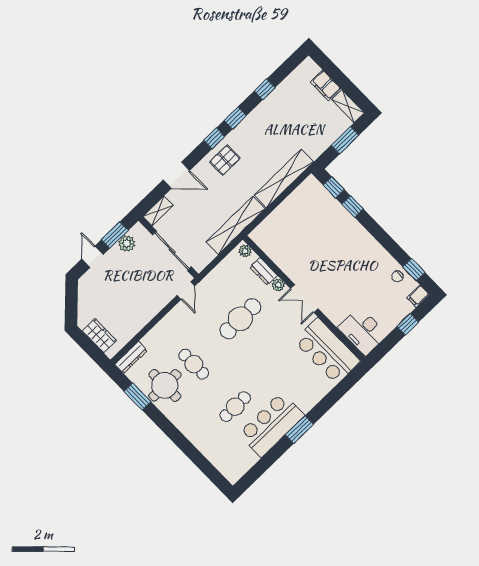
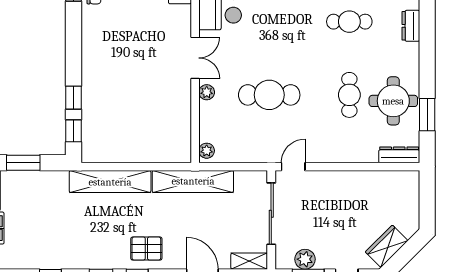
dresser: (264, 271) -> (411, 26), moved, turned 180
wardrobe: (99, 336) -> (387, 246), moved, turned 45

